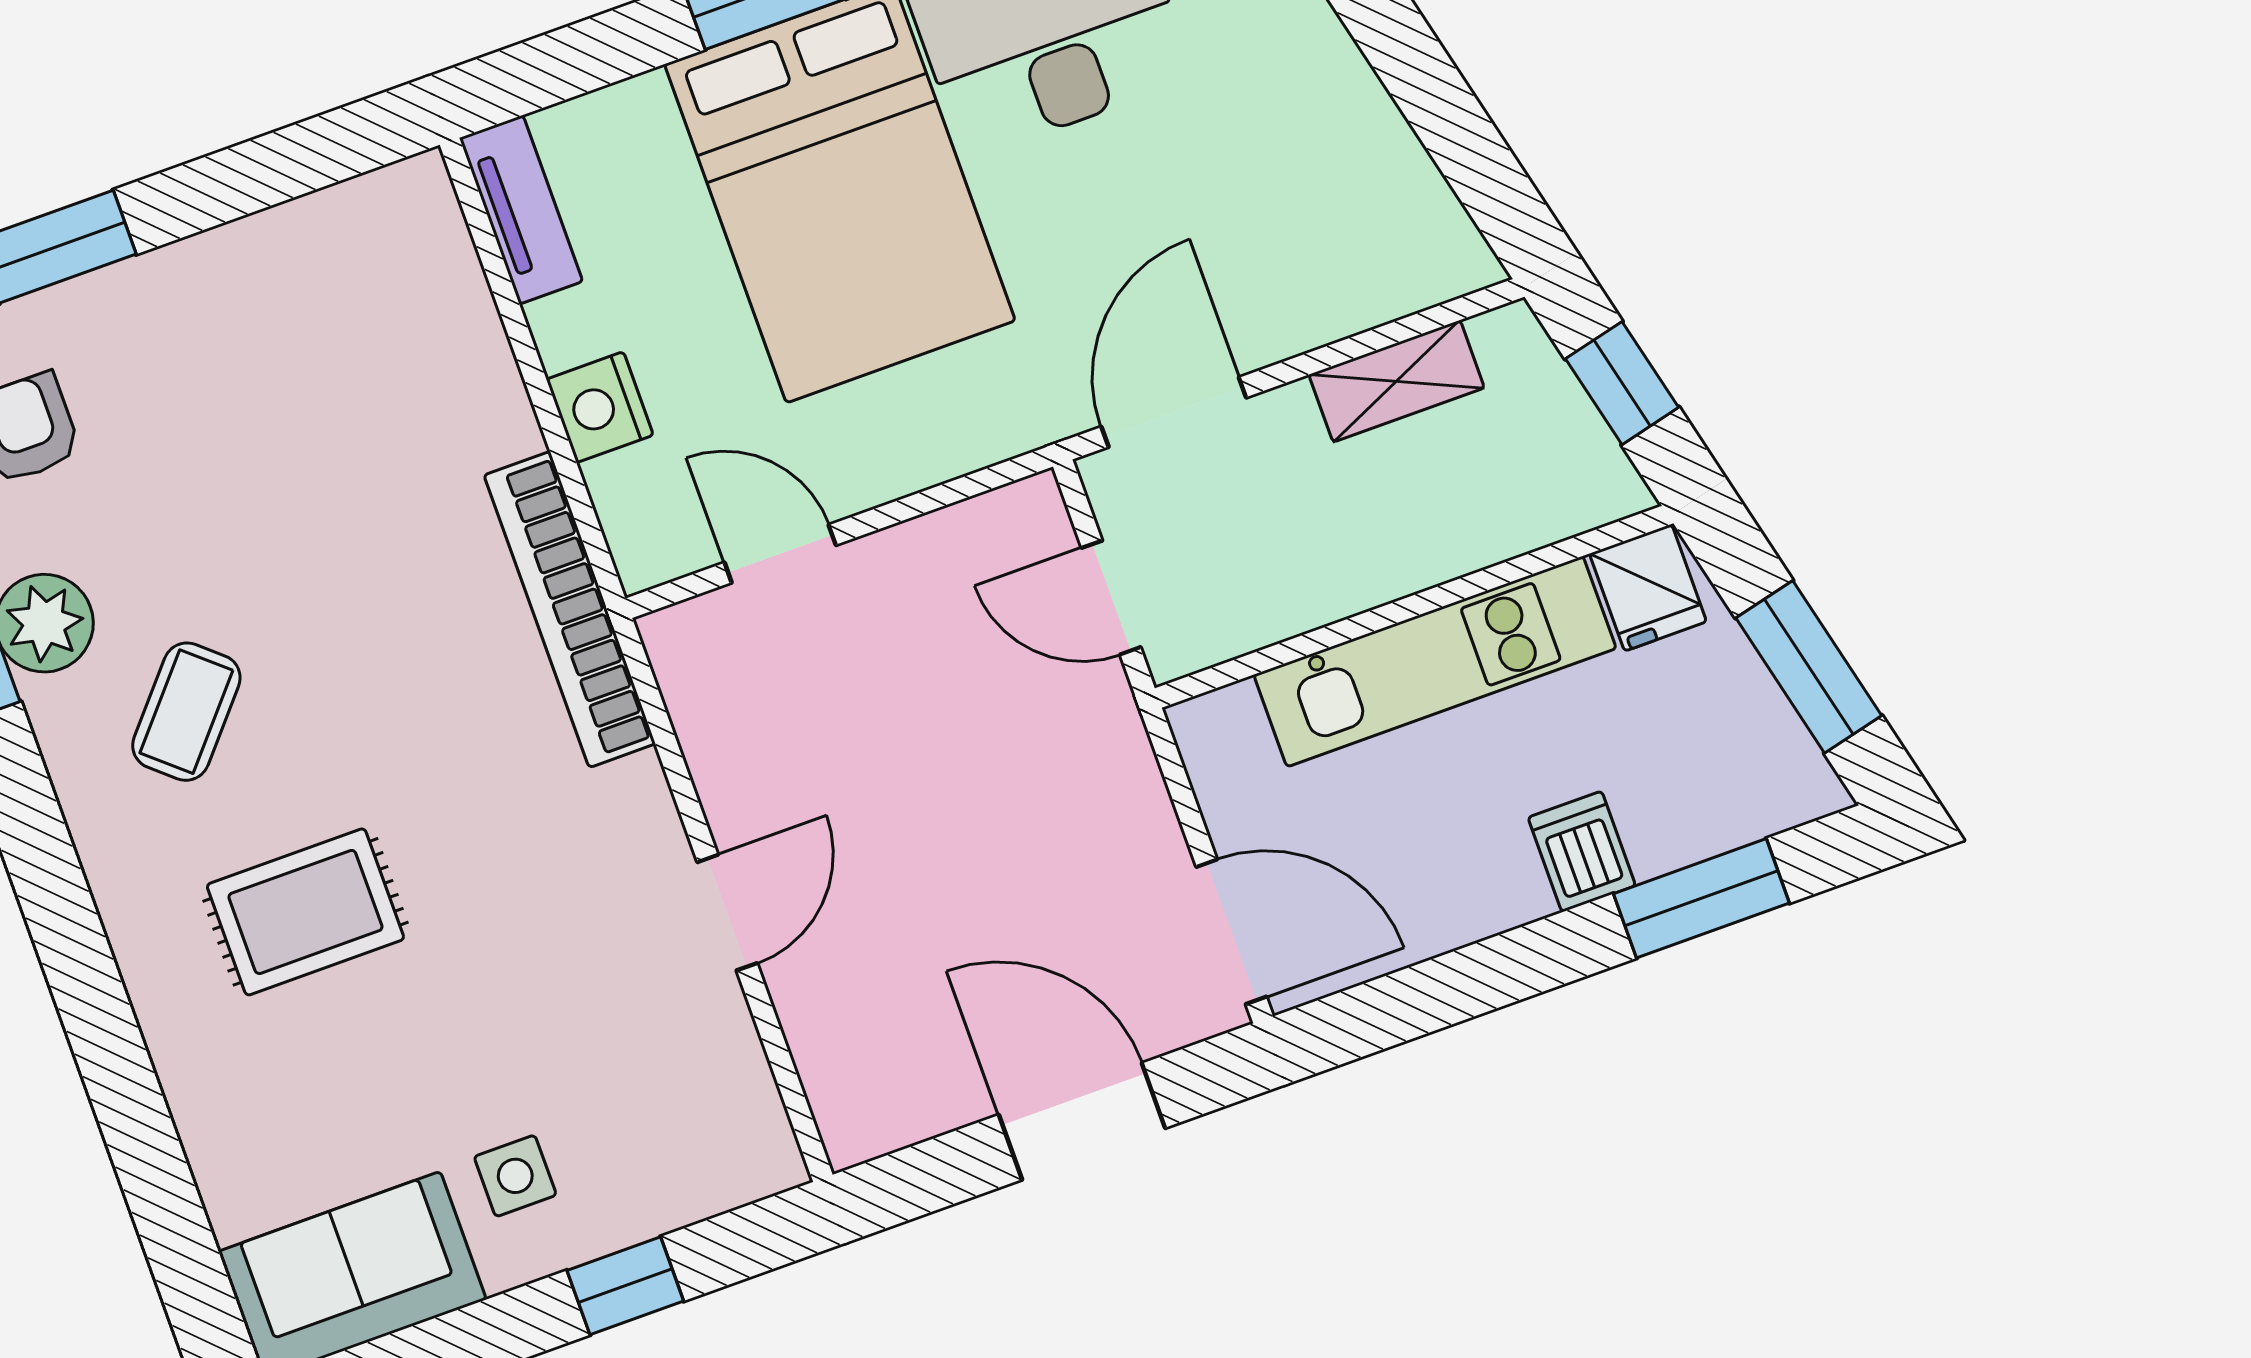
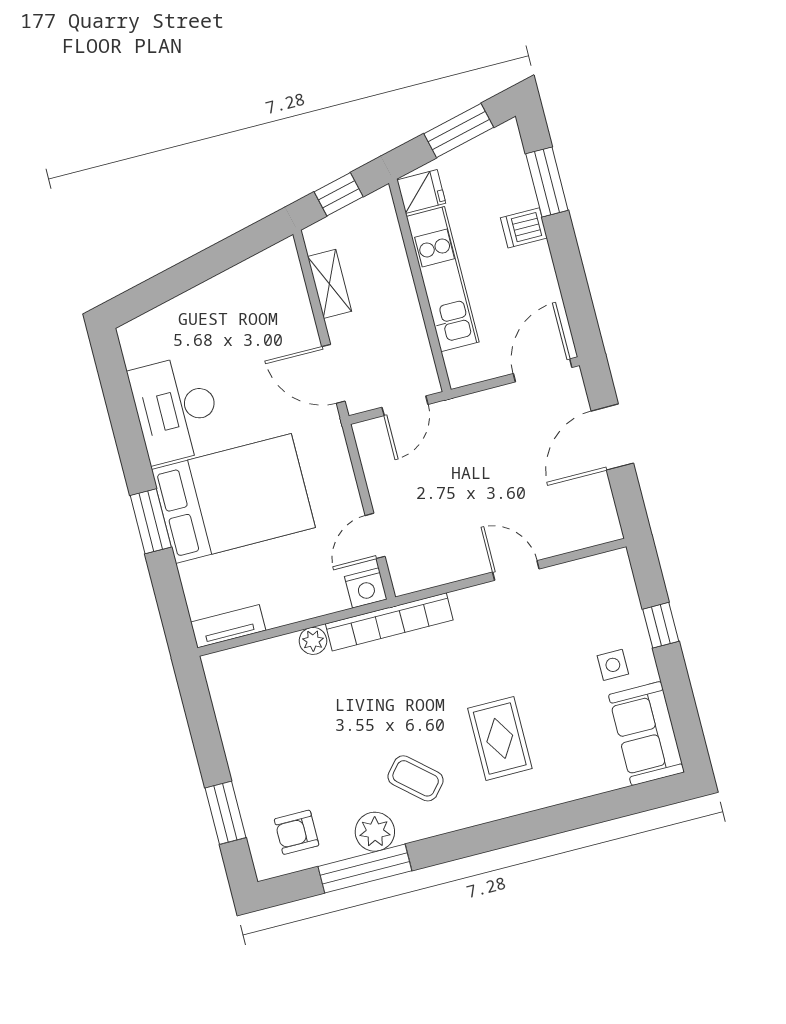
nightstand: (600, 407) -> (366, 588), moved
plant: (504, 424) -> (313, 641), added

